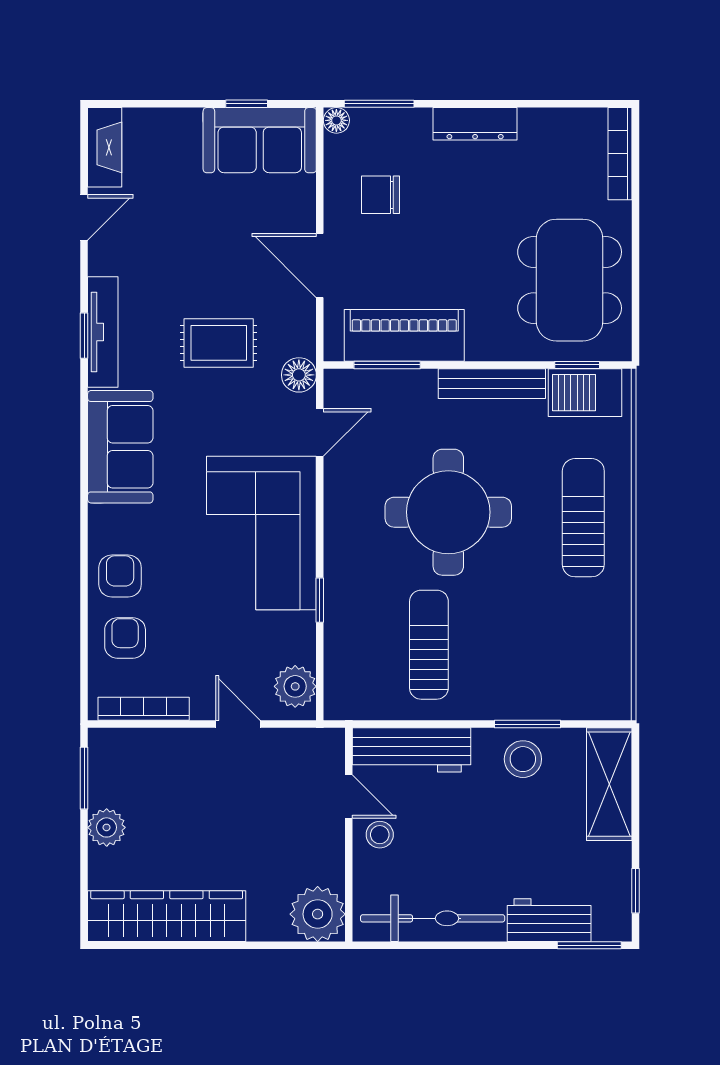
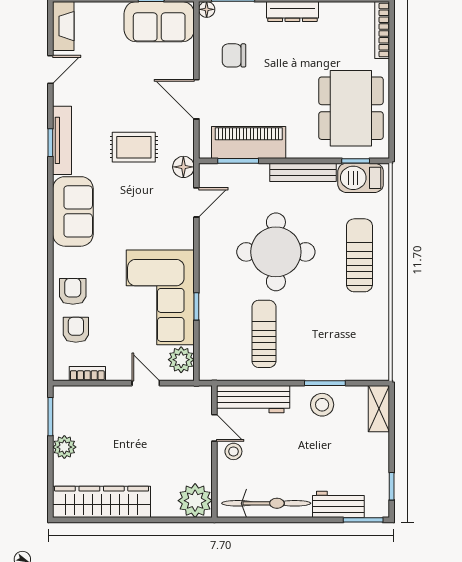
corner sofa: (261, 533) -> (160, 297), moved
bookcase: (144, 709) -> (87, 374), width x0.64
shelving: (609, 784) -> (379, 409), width x0.67, depth x0.75

